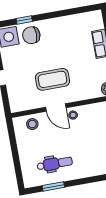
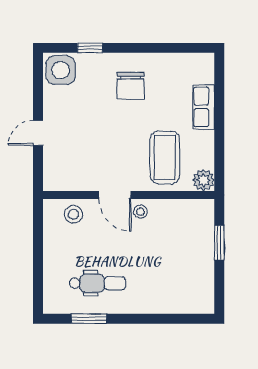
chair: (31, 35) -> (131, 86), moved, turned -90
coffee table: (52, 79) -> (165, 157), moved, turned 90

